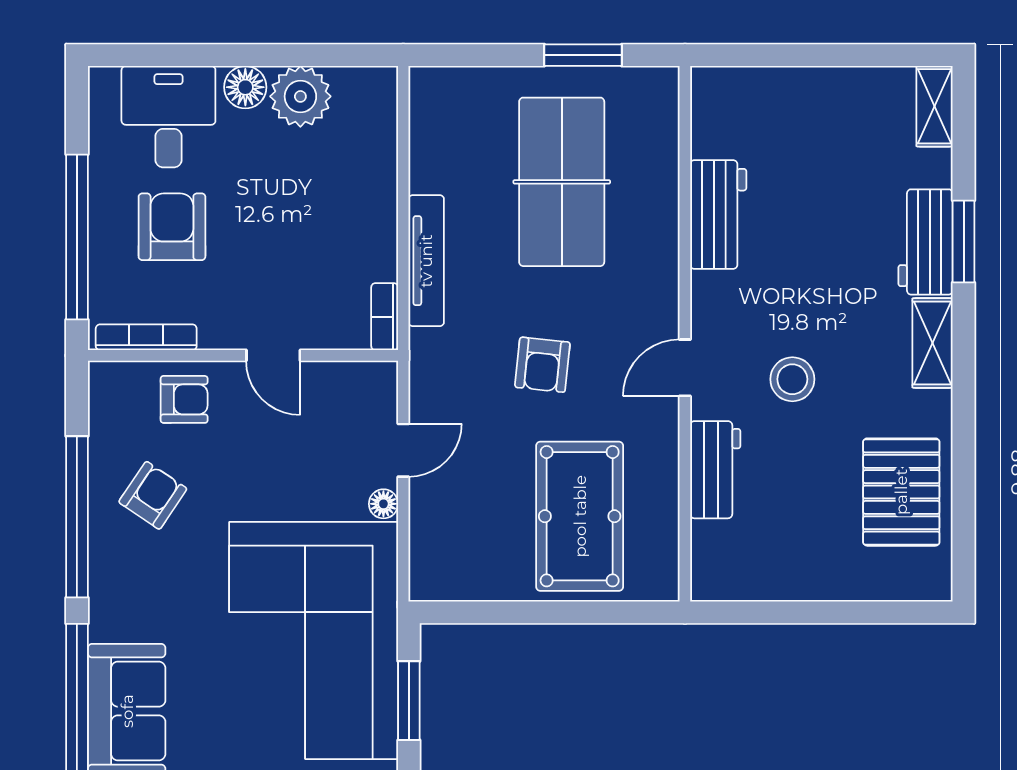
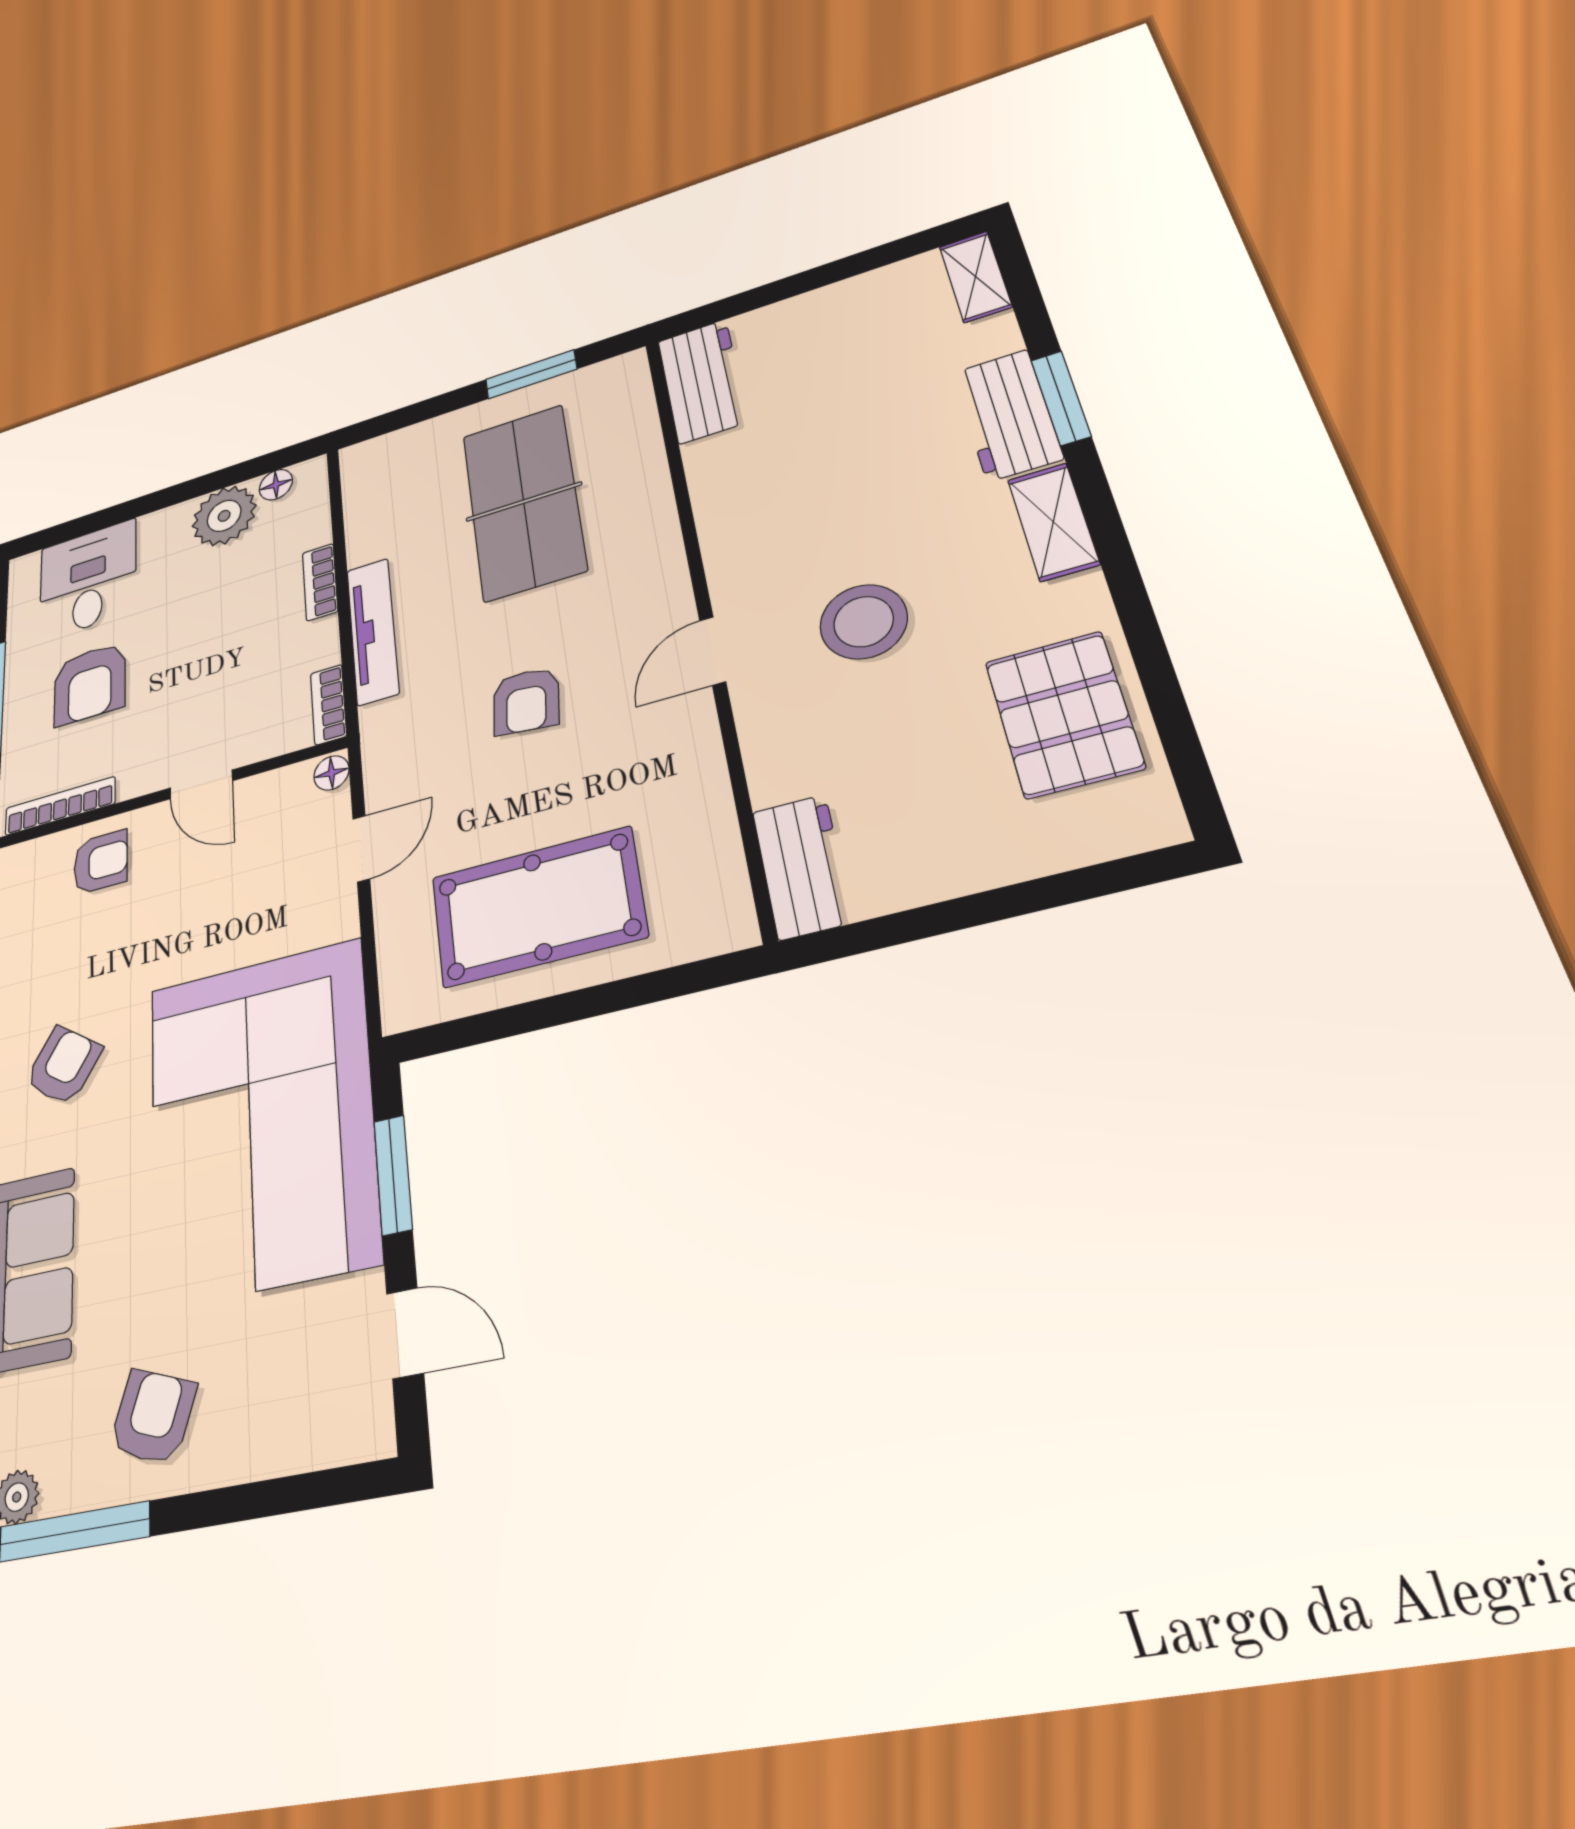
floor lamp: (245, 87) -> (276, 485), moved, width x0.73, depth x0.73
bookcase: (384, 197) -> (320, 582), added
workbench: (718, 214) -> (703, 381), moved
armchair: (172, 227) -> (90, 684), turned 180
stool: (792, 379) -> (864, 622), width x1.38, depth x1.38
workbench: (715, 470) -> (802, 867), moved
armchair: (153, 495) -> (63, 1065), moved
floor lamp: (383, 504) -> (331, 773), moved
pool table: (580, 516) -> (538, 907), moved, turned 90

